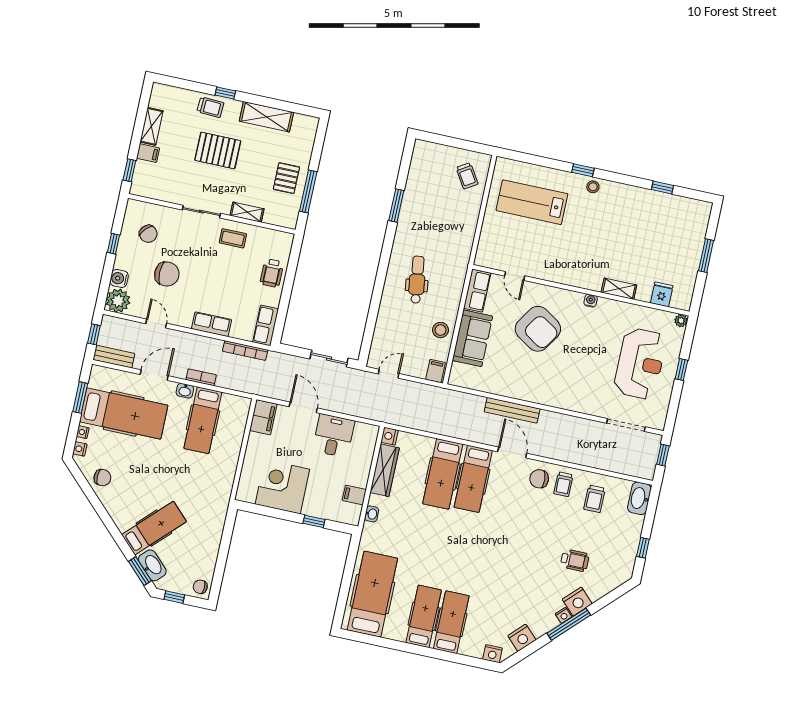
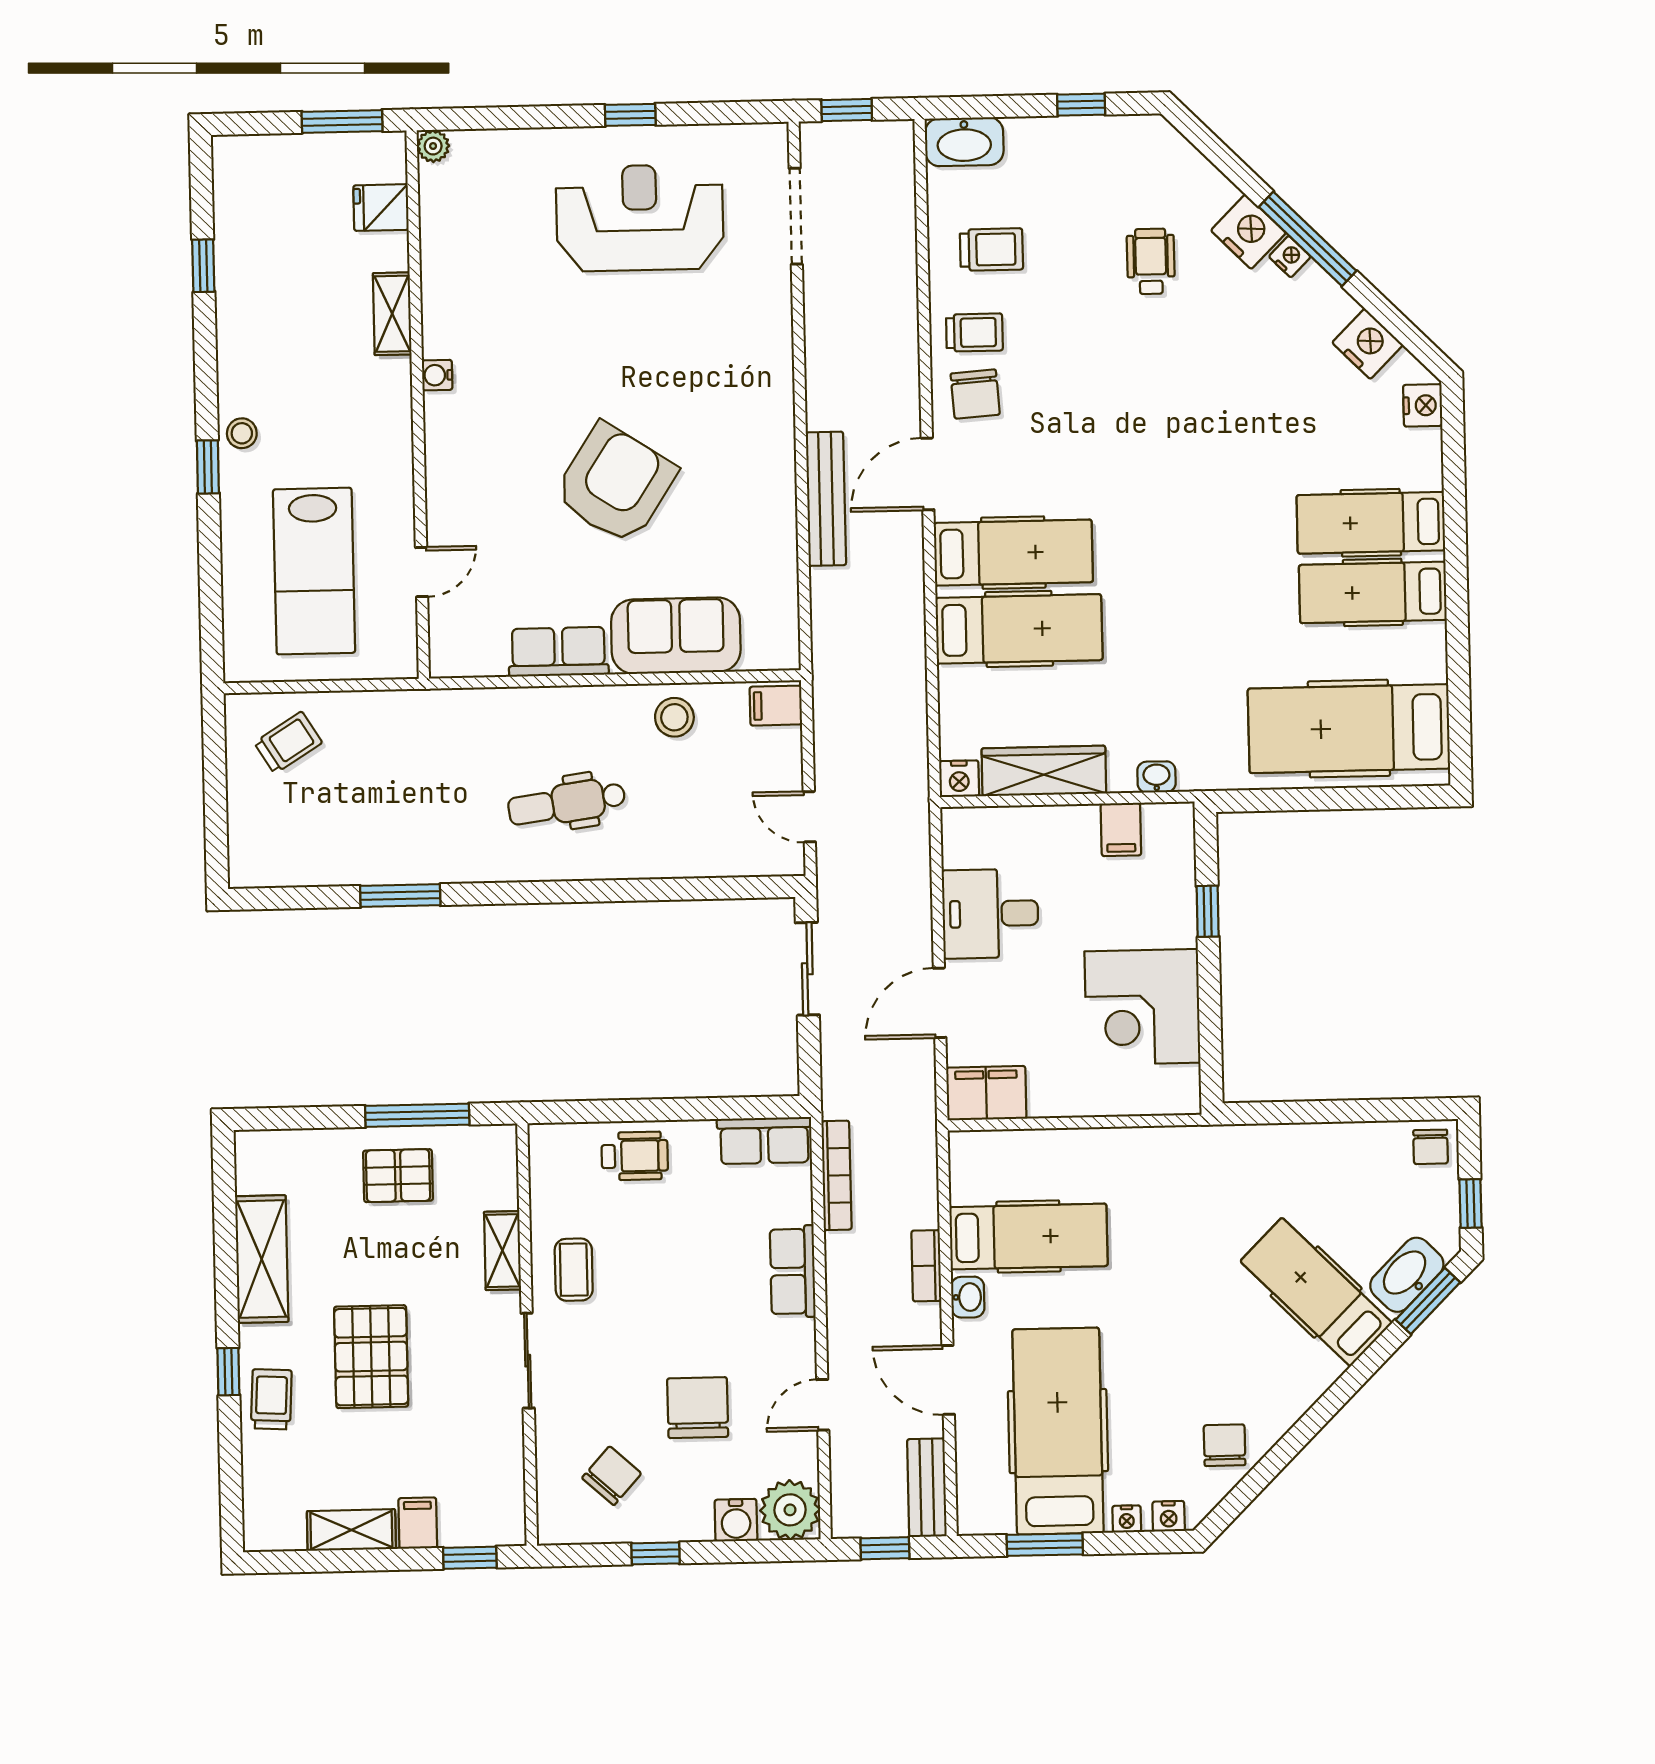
door: (515, 276) -> (422, 572), moved
shelving: (619, 289) -> (392, 314), moved
wall: (581, 290) -> (418, 405), moved
fridge: (662, 294) -> (381, 208), moved
water cooler: (591, 301) -> (437, 375), moved
plant: (681, 321) -> (433, 146), moved

